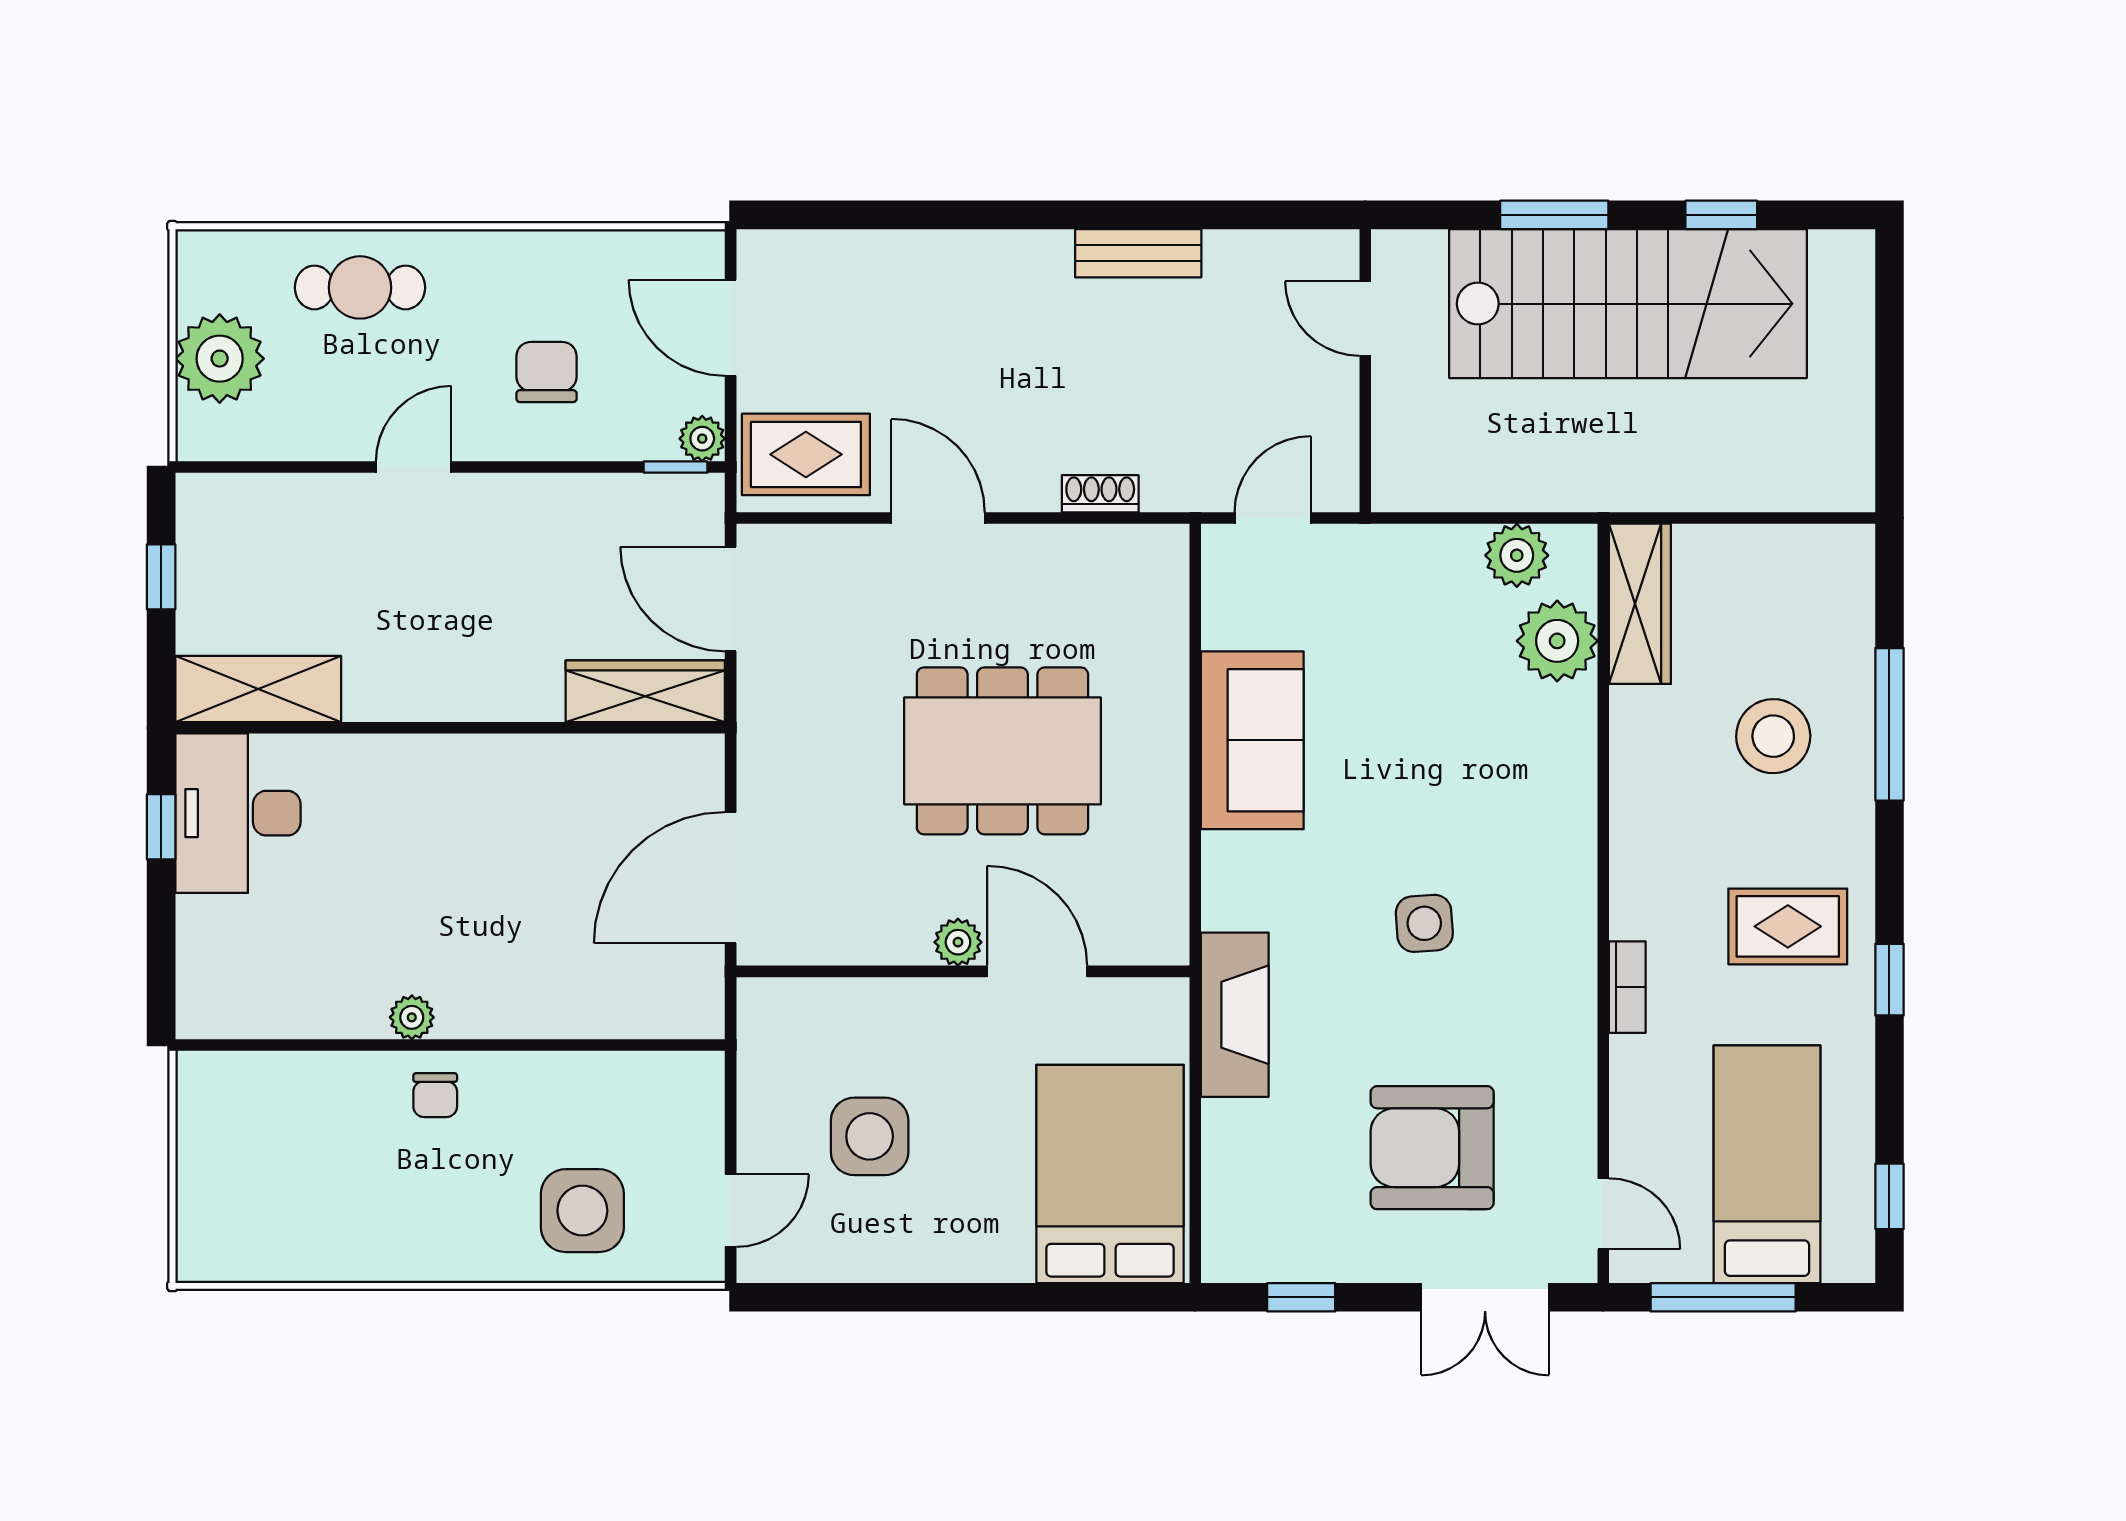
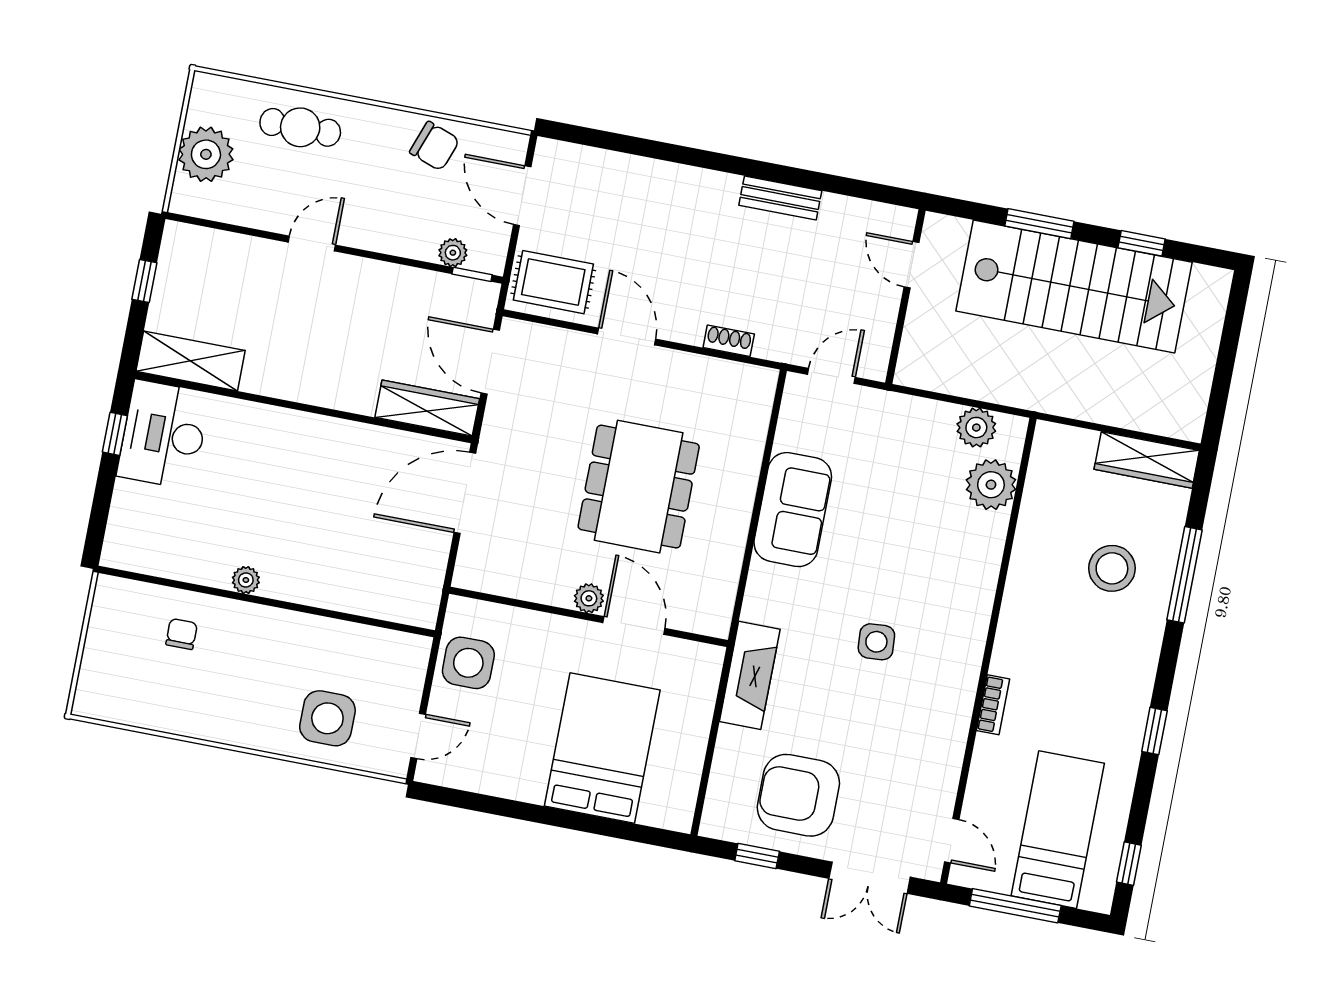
chair: (547, 372) -> (435, 146), moved, turned 110
plant: (702, 439) -> (453, 253), moved
wardrobe: (1640, 604) -> (1147, 460), moved, turned 90
dining table: (1002, 751) -> (639, 487), turned 90
door: (731, 878) -> (465, 493), moved
rug: (1788, 926) -> (1098, 687), removed
chair: (435, 1095) -> (182, 634), moved, turned 180
side table: (870, 1136) -> (468, 663), moved
armchair: (1432, 1148) -> (798, 795), moved
bed: (1110, 1174) -> (602, 748), moved

